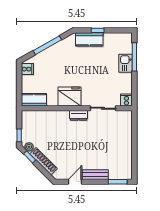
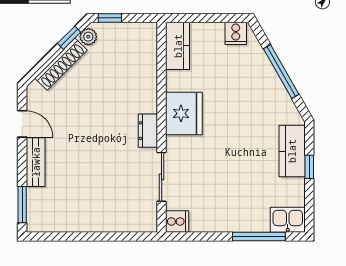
kitchen sink: (126, 63) -> (288, 220), moved

